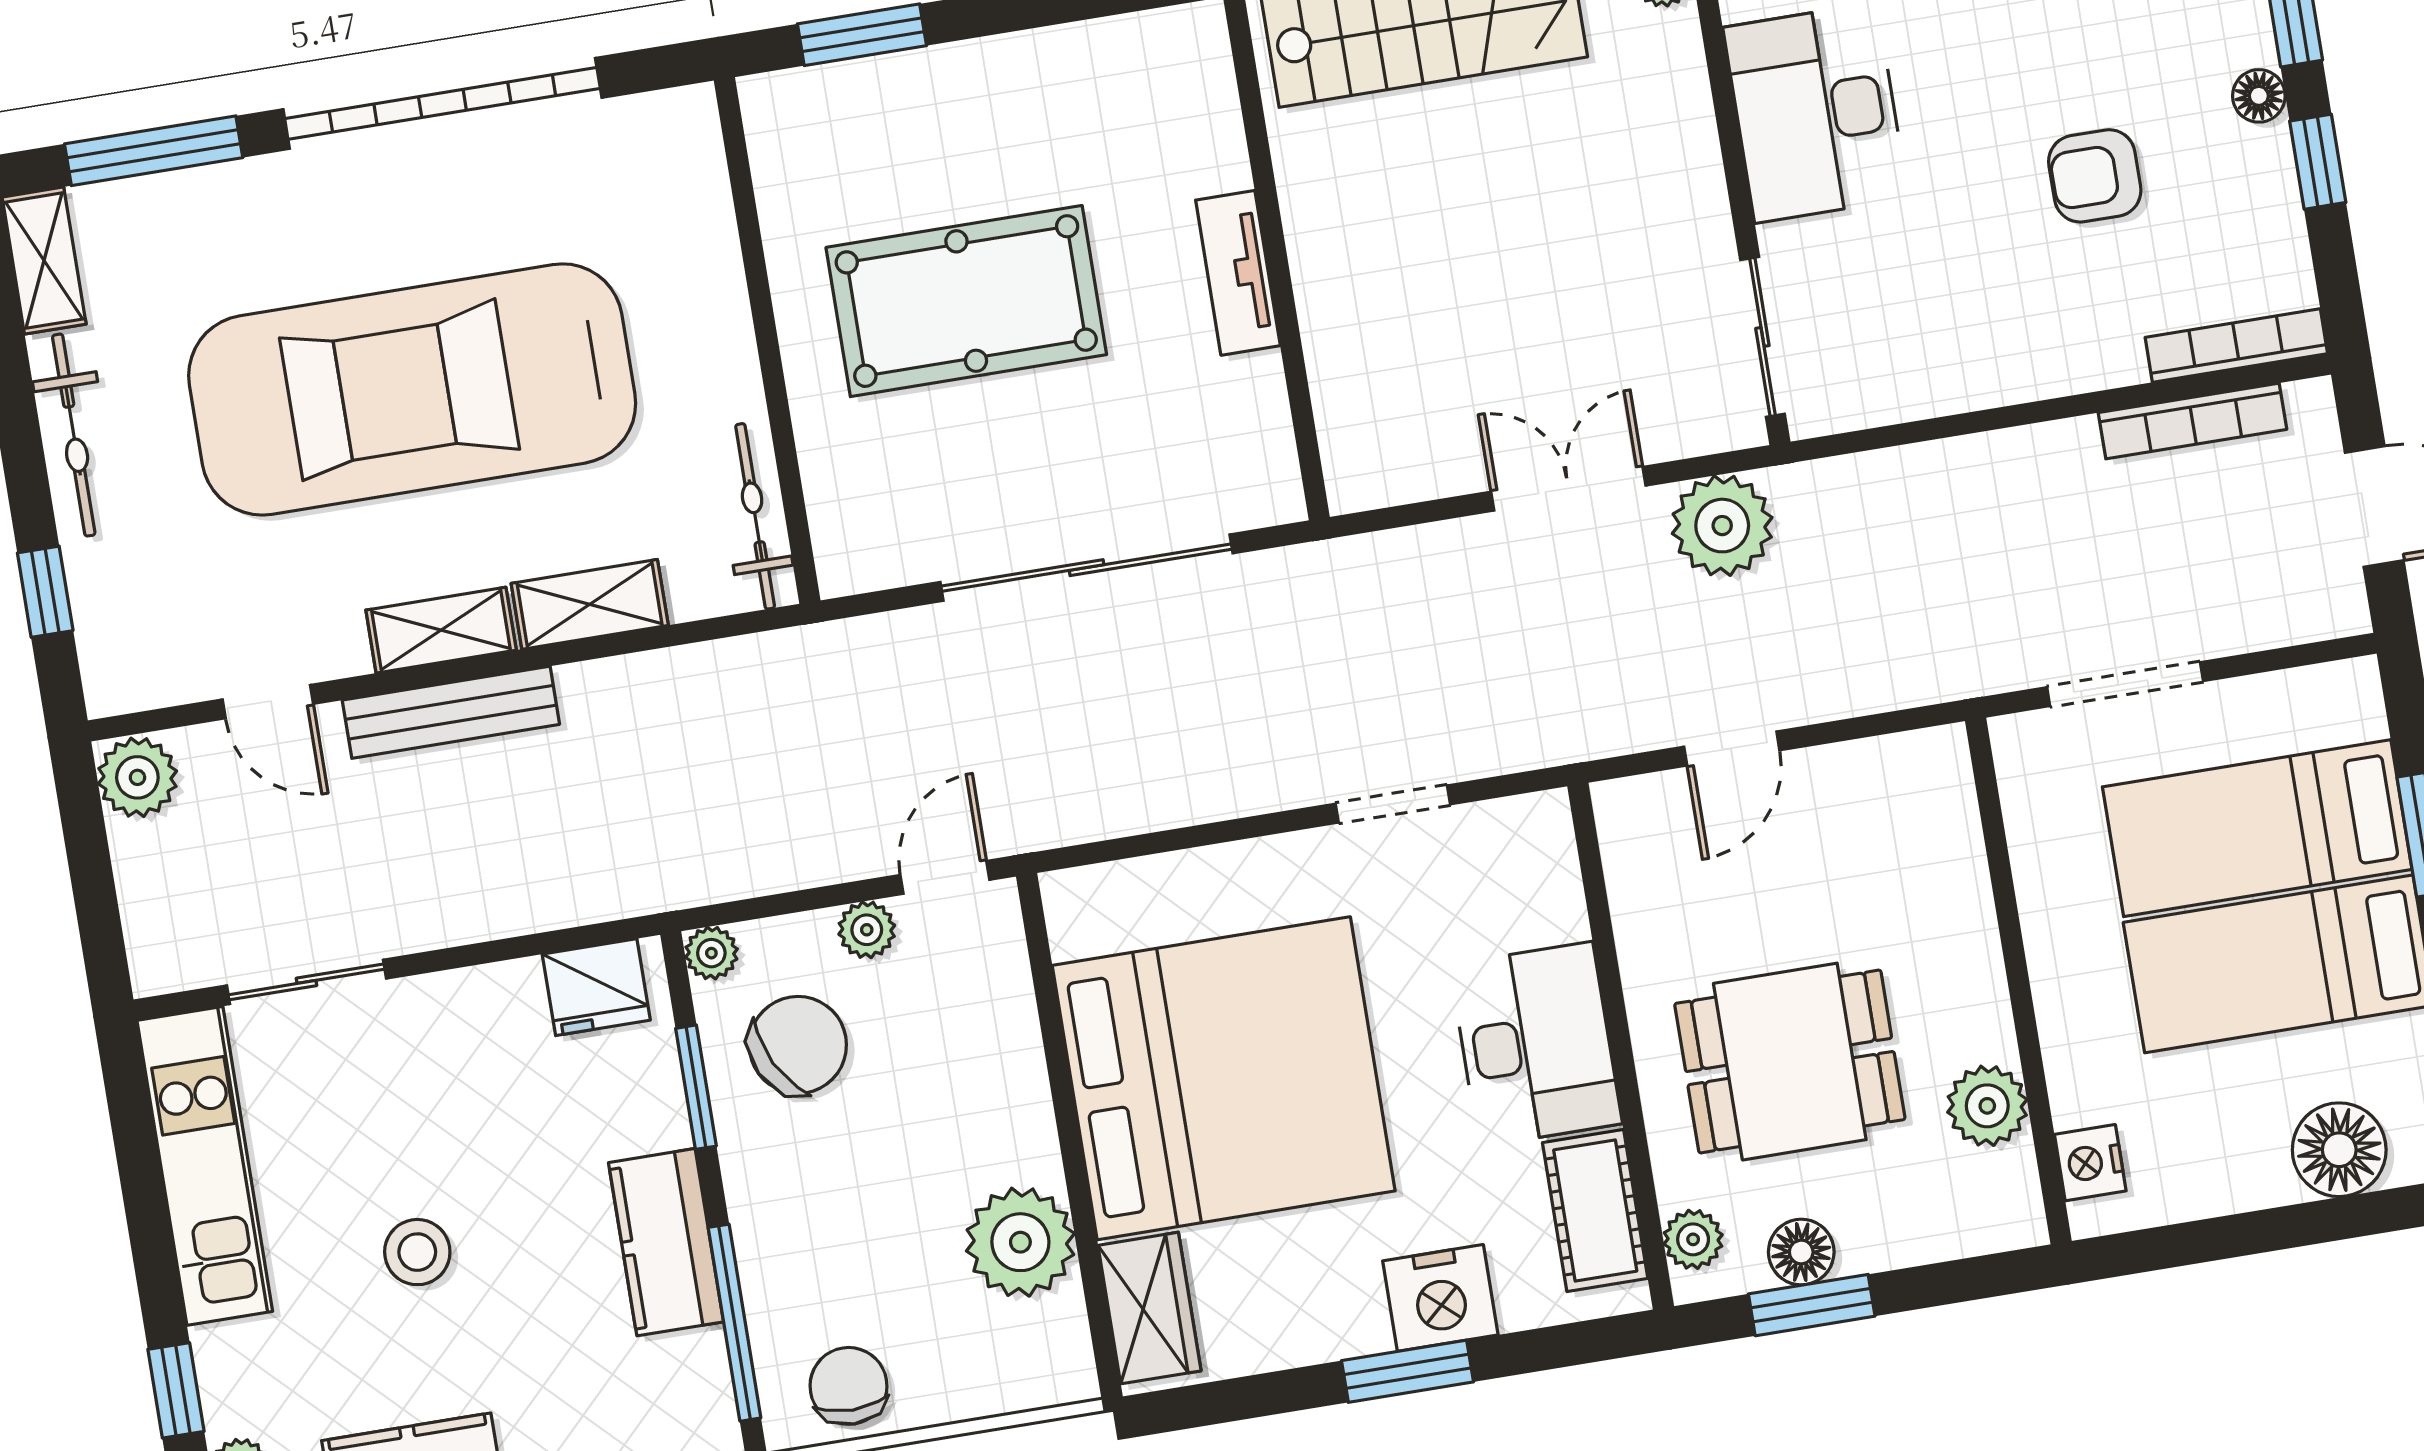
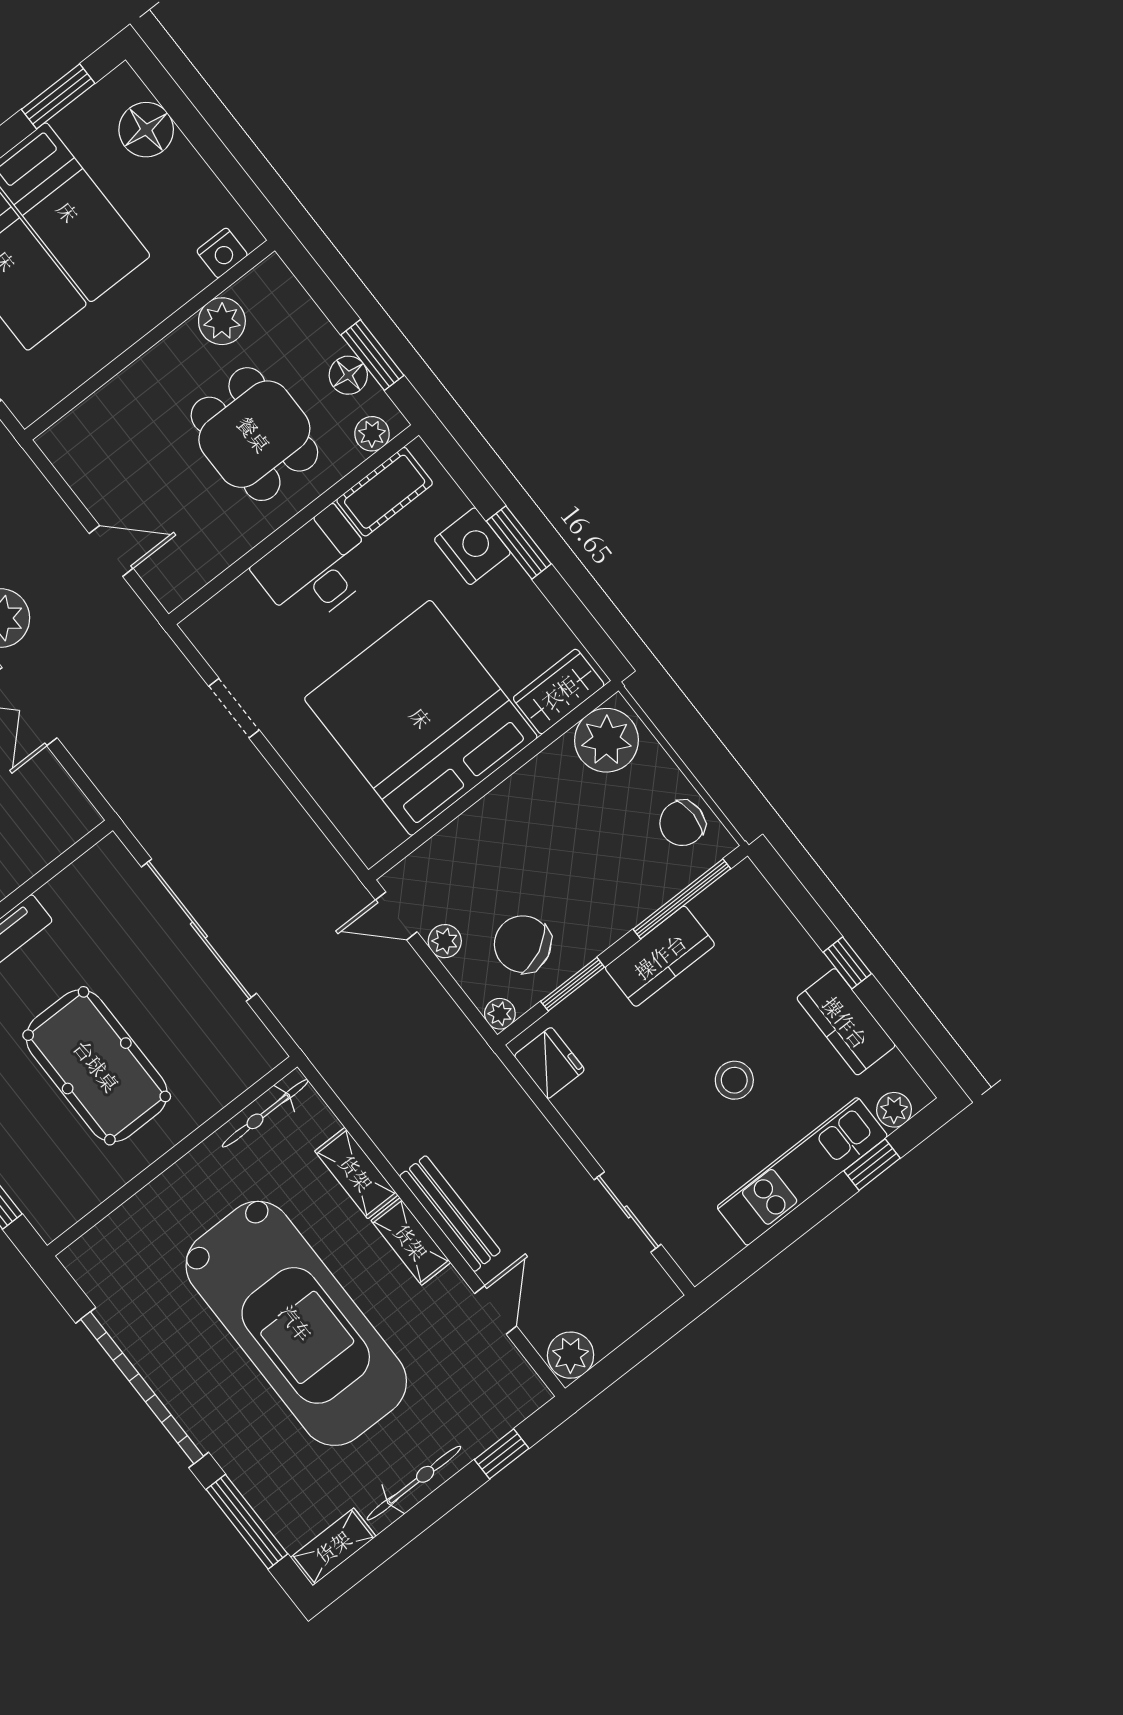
kitchen unit: (205, 1166) -> (802, 1171), moved
plant: (1020, 1242) -> (607, 740), moved

